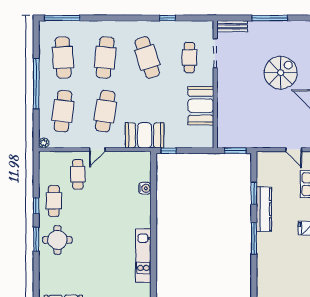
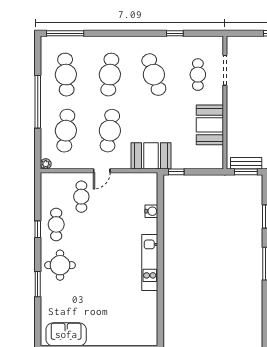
bench: (232, 26) -> (246, 163), moved
window: (36, 239) -> (38, 284), moved
kitchen unit: (143, 256) -> (150, 262), moved

